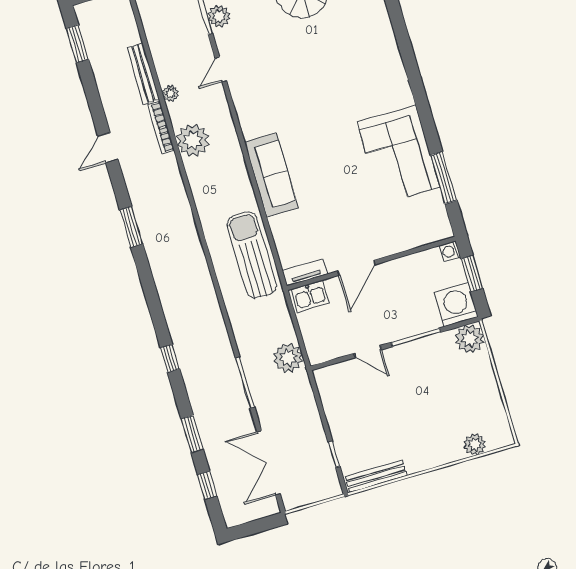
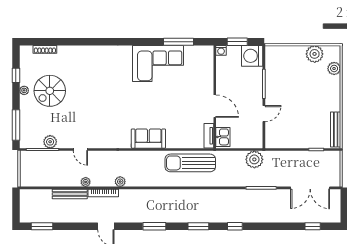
plant: (193, 140) -> (120, 182), width x0.53, depth x0.53
sofa: (271, 175) -> (148, 139), width x0.73
plant: (470, 339) -> (315, 54), moved
window: (192, 434) -> (198, 226), moved

